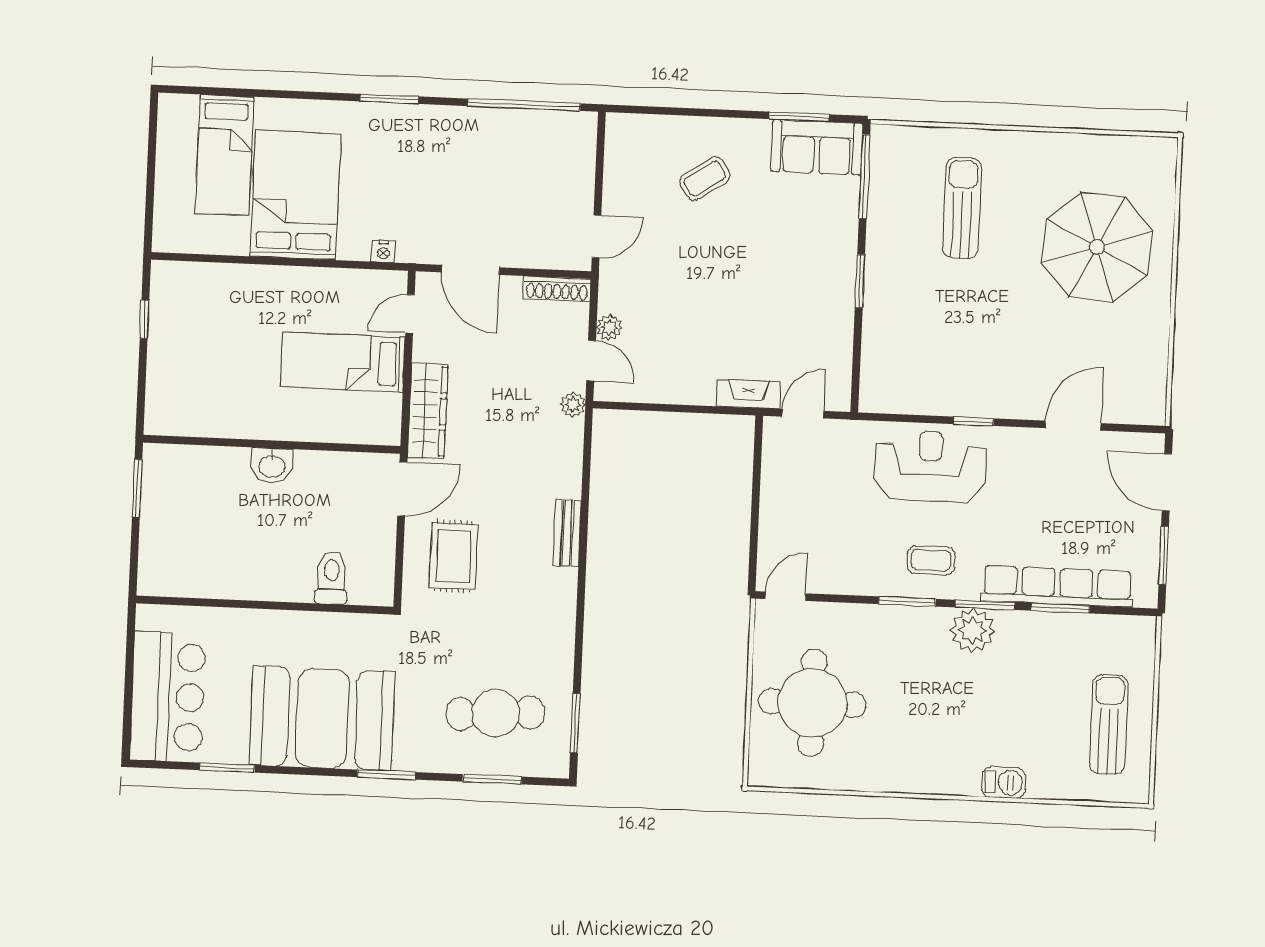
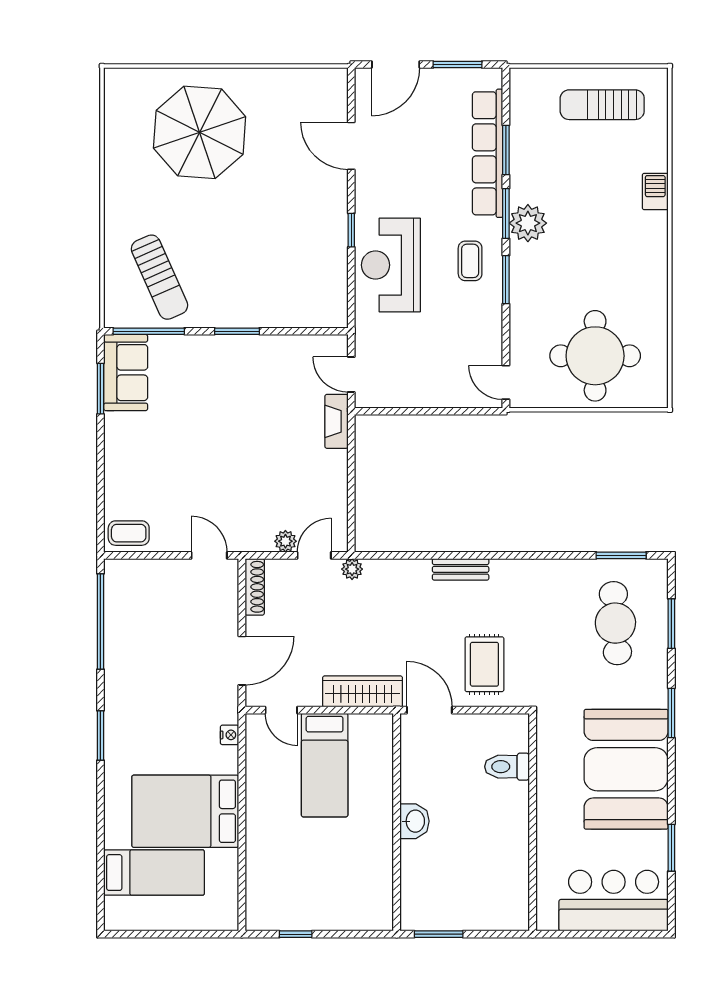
coffee table: (705, 179) -> (129, 533), moved, turned -56
sun lounger: (962, 208) -> (159, 277), moved, turned -114
rug: (454, 556) -> (484, 664), turned 90

